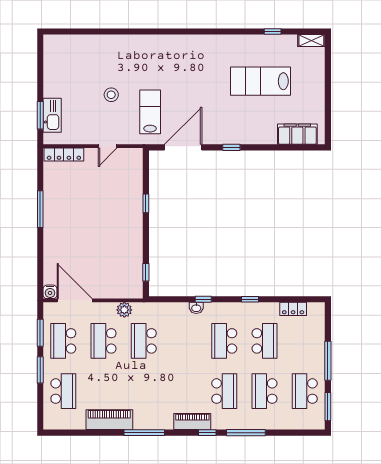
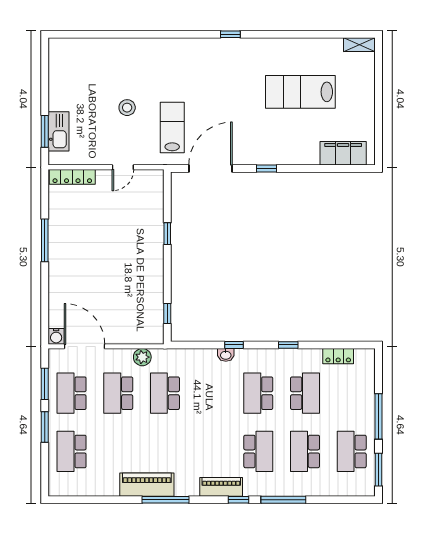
window: (273, 31) -> (230, 34), moved
school desk: (63, 391) -> (72, 451), turned 180
piano: (109, 420) -> (147, 485), moved

